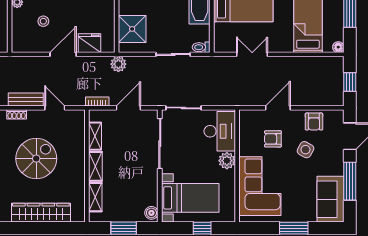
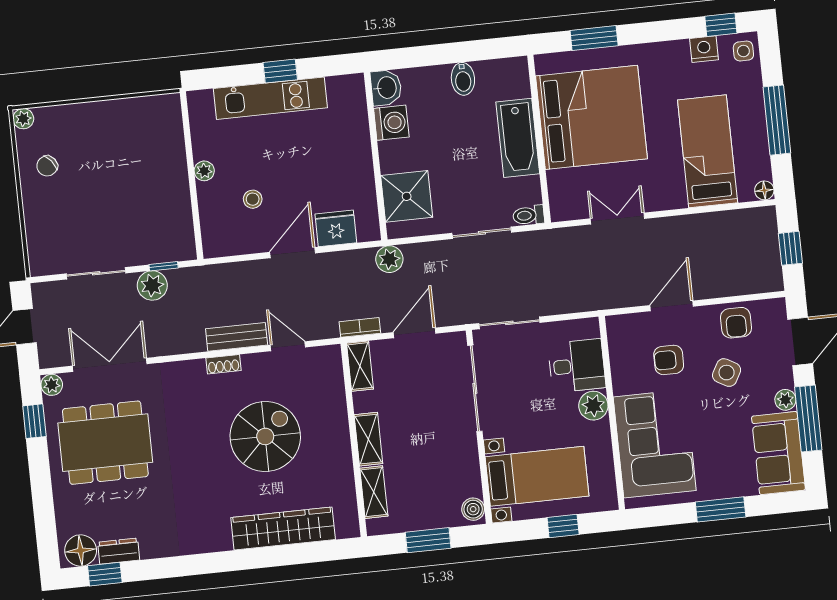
desk: (220, 131) -> (577, 366), width x0.73
shelving: (95, 136) -> (360, 366), moved
plant: (338, 169) -> (785, 400), added

